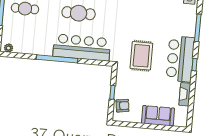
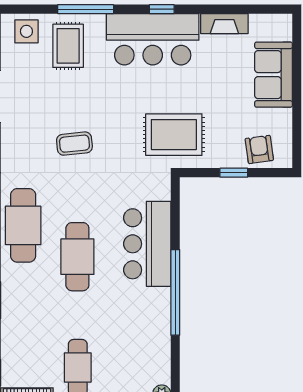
coffee table: (133, 17) -> (74, 144), added
rug: (181, 18) -> (68, 46), added
bar counter: (82, 47) -> (147, 244), width x0.73
rug: (141, 56) -> (174, 135), moved

